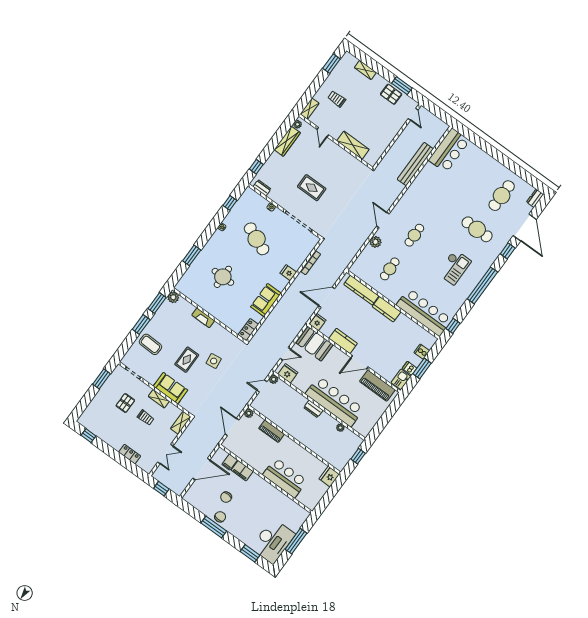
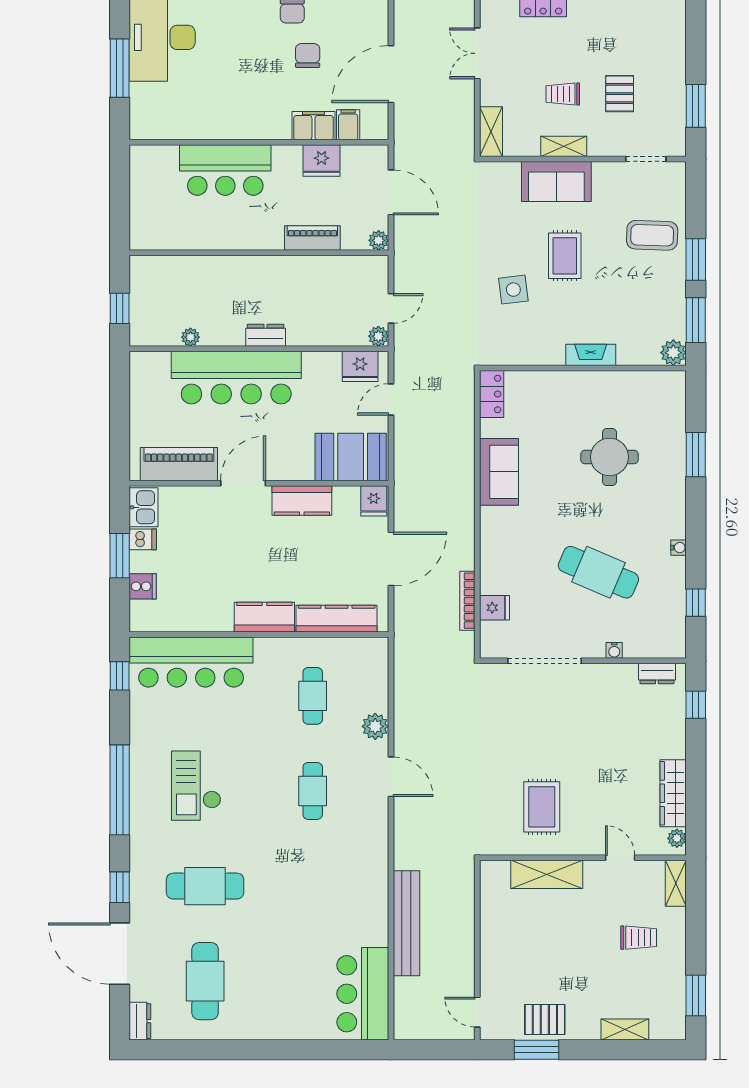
rug: (312, 188) -> (542, 807), moved, turned 90
fridge: (288, 273) -> (495, 608), moved
fridge: (329, 477) -> (322, 161), moved, turned 90

